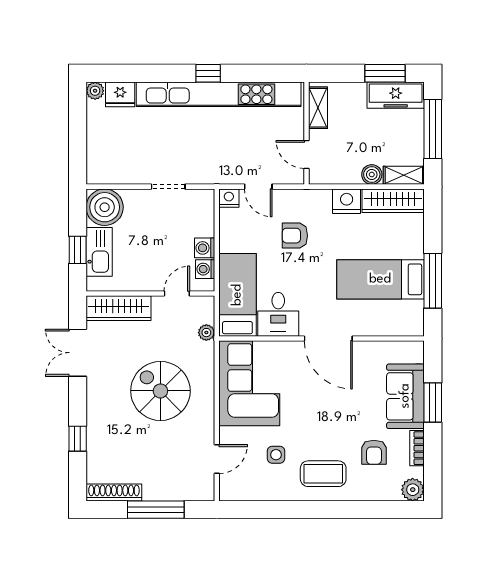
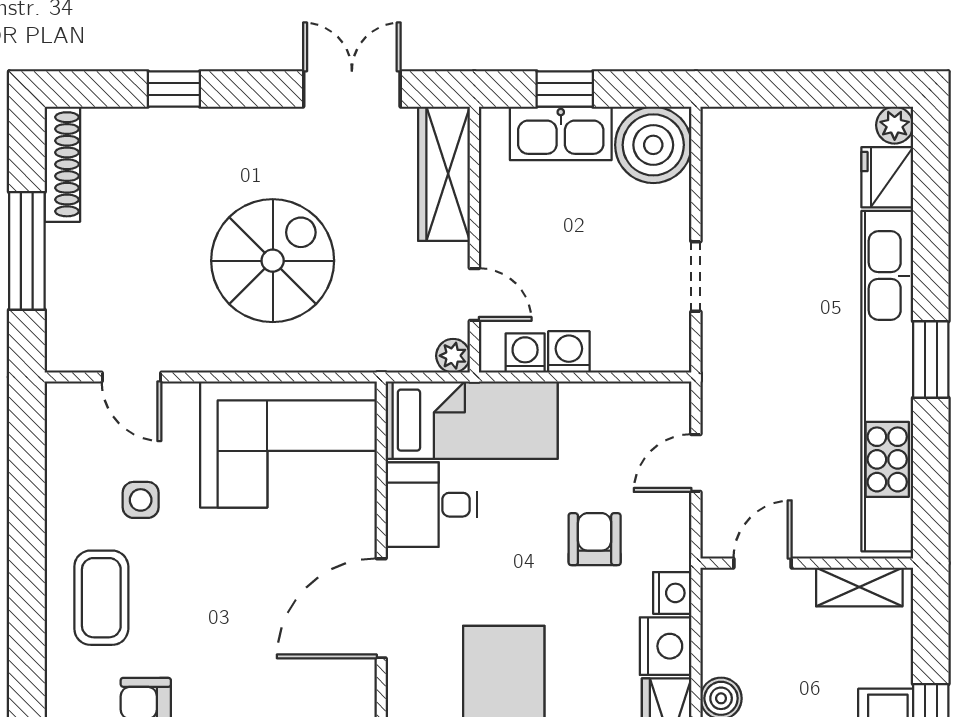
window: (208, 73) -> (931, 360), width x1.50
nightstand: (229, 198) -> (672, 593), moved
plant: (206, 333) -> (453, 356), moved

